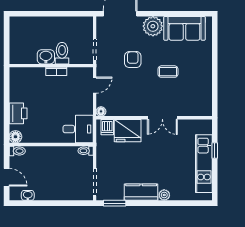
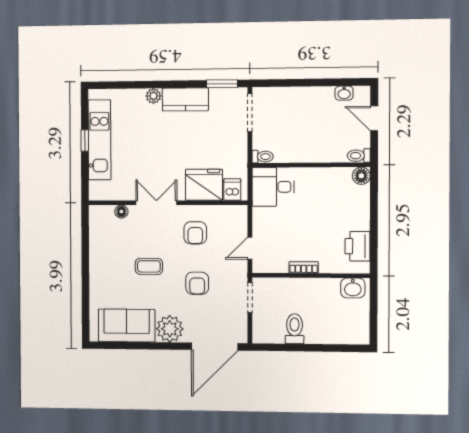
toilet: (62, 53) -> (295, 329), moved, turned 180
washbasin: (46, 57) -> (353, 288), moved
armchair: (134, 96) -> (195, 233), added
floor lamp: (101, 111) -> (121, 212), moved
printer: (18, 113) -> (357, 246), moved
window: (215, 151) -> (85, 141), moved

